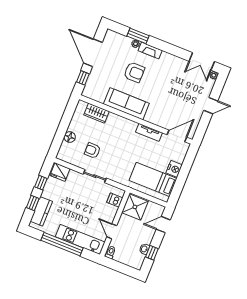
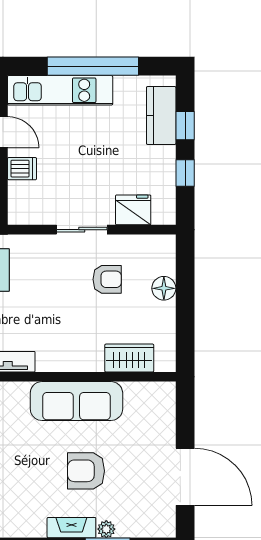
window: (83, 78) -> (185, 418), removed
fridge: (60, 172) -> (133, 210), moved
dishwasher: (115, 200) -> (22, 169), moved

